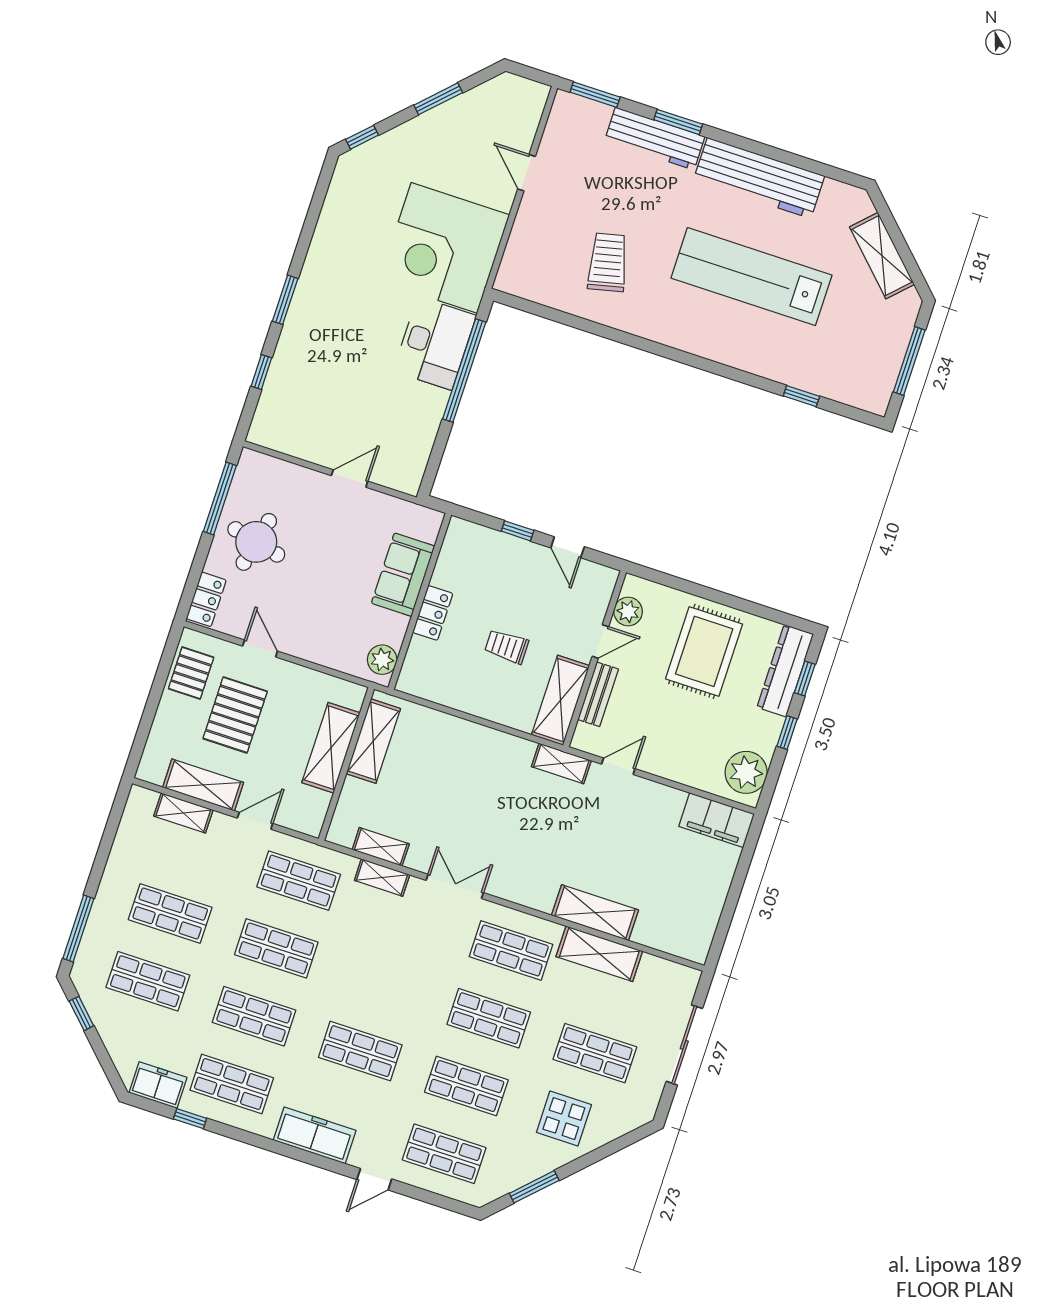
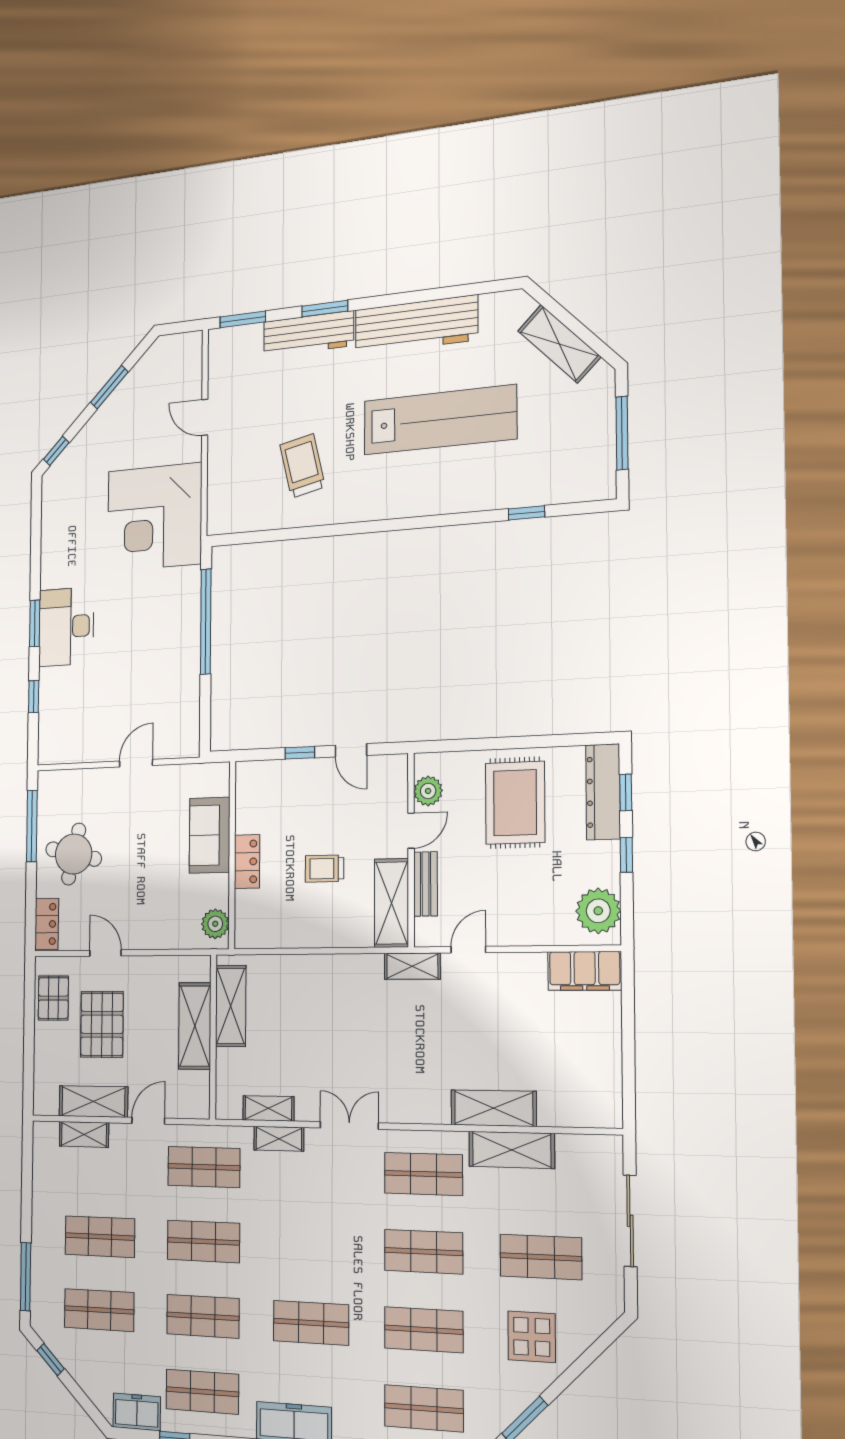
lab bench: (751, 277) -> (440, 420), turned 180
desk: (435, 343) -> (66, 627), moved, turned 180

